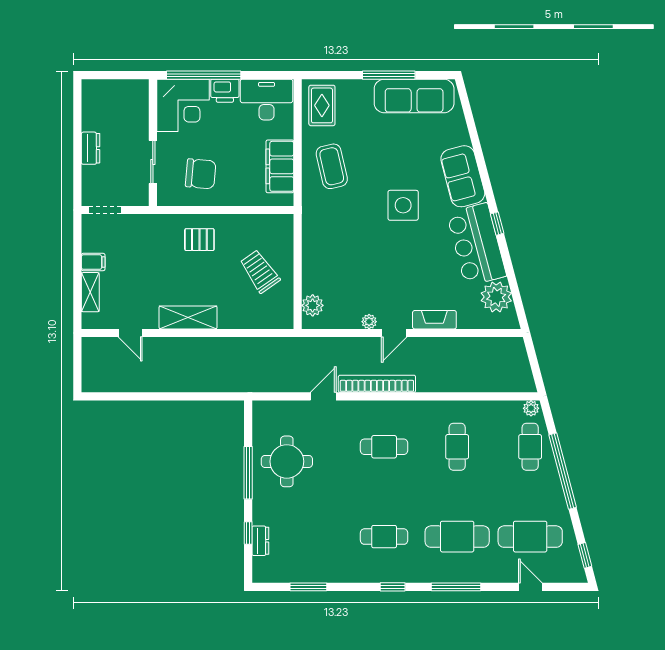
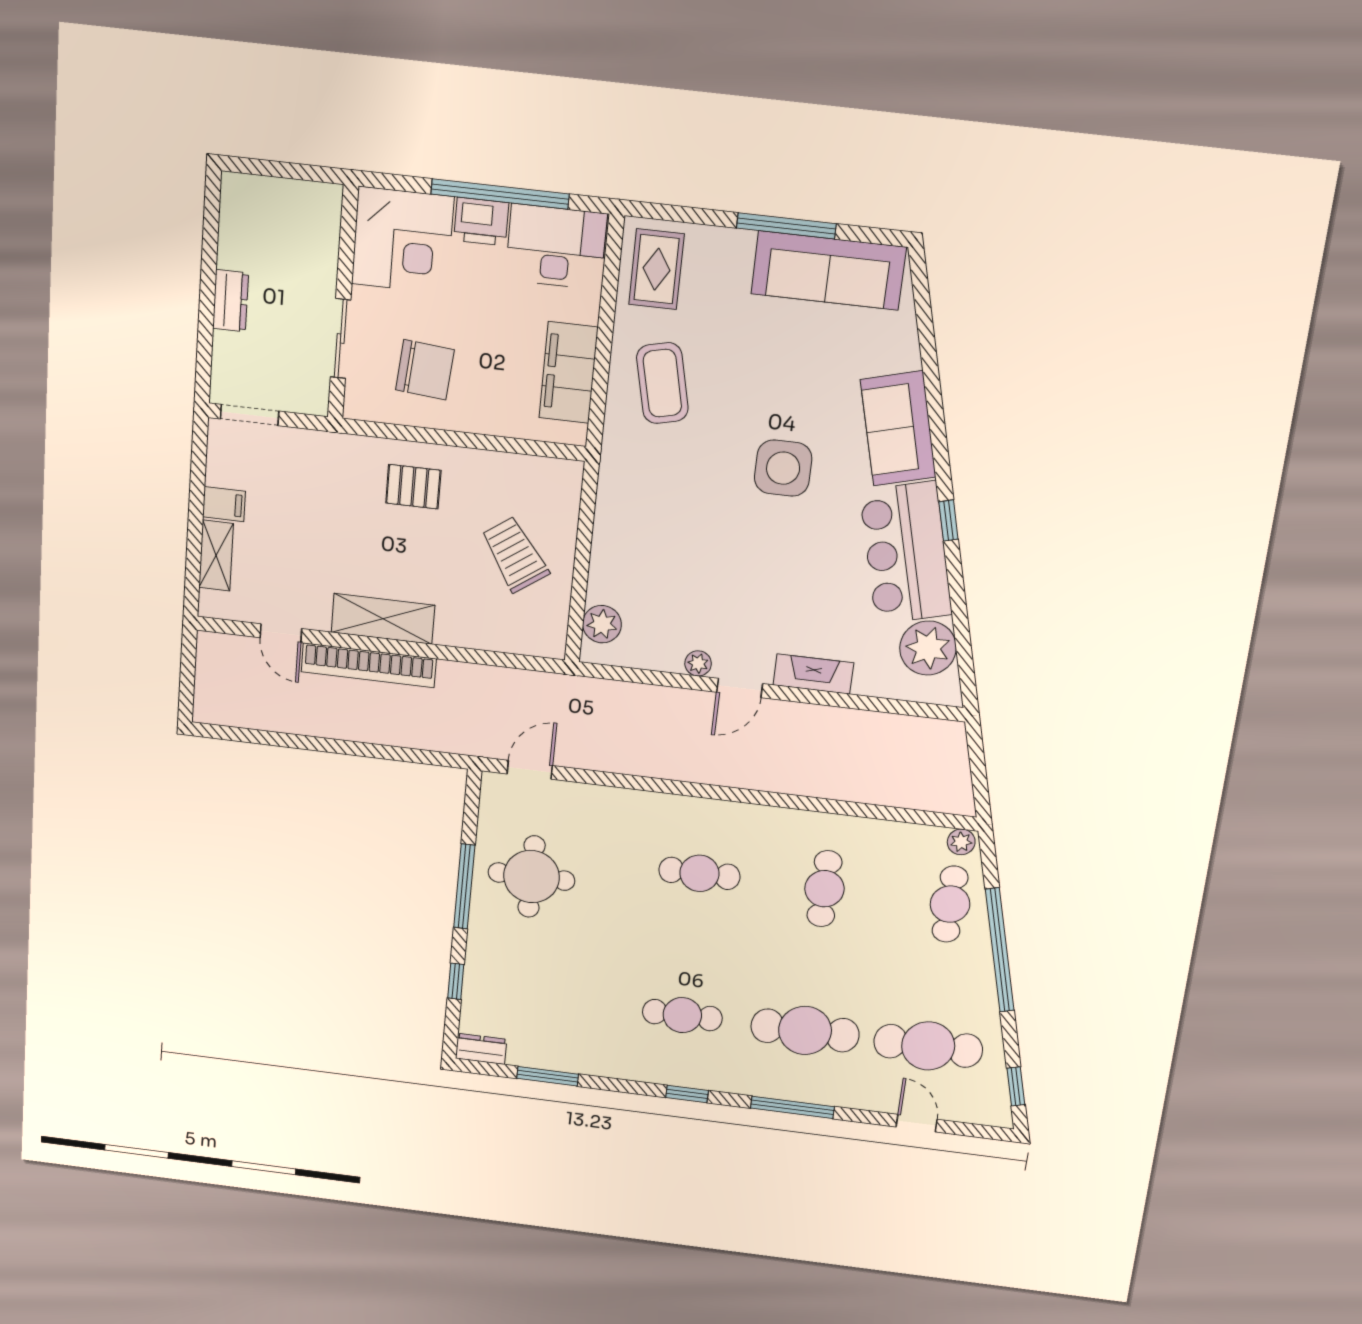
window: (204, 75) -> (500, 194), moved
bookcase: (377, 384) -> (369, 665), moved, turned 180
door: (323, 396) -> (530, 770), moved
dresser: (260, 541) -> (481, 1049), moved, turned -90

